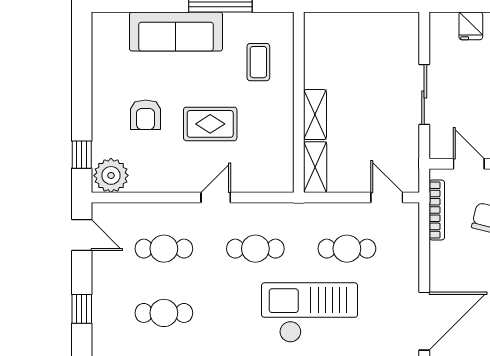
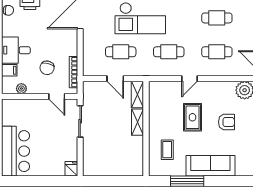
fridge: (471, 26) -> (71, 169), moved
sliding door: (424, 94) -> (80, 121), moved
armchair: (146, 115) -> (226, 122), turned 90
rug: (210, 124) -> (192, 117), turned 90
door: (387, 198) -> (115, 79), moved

